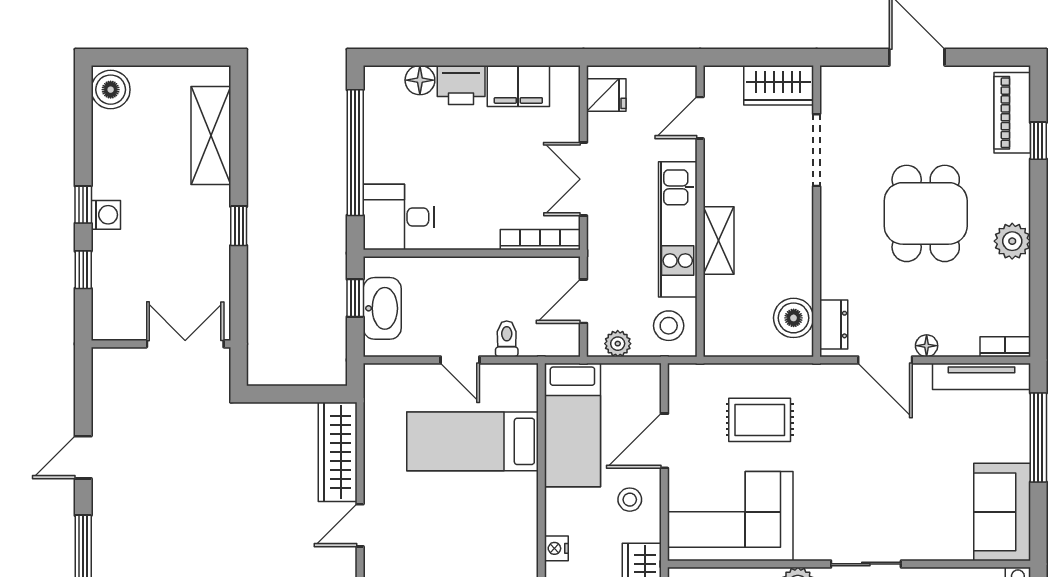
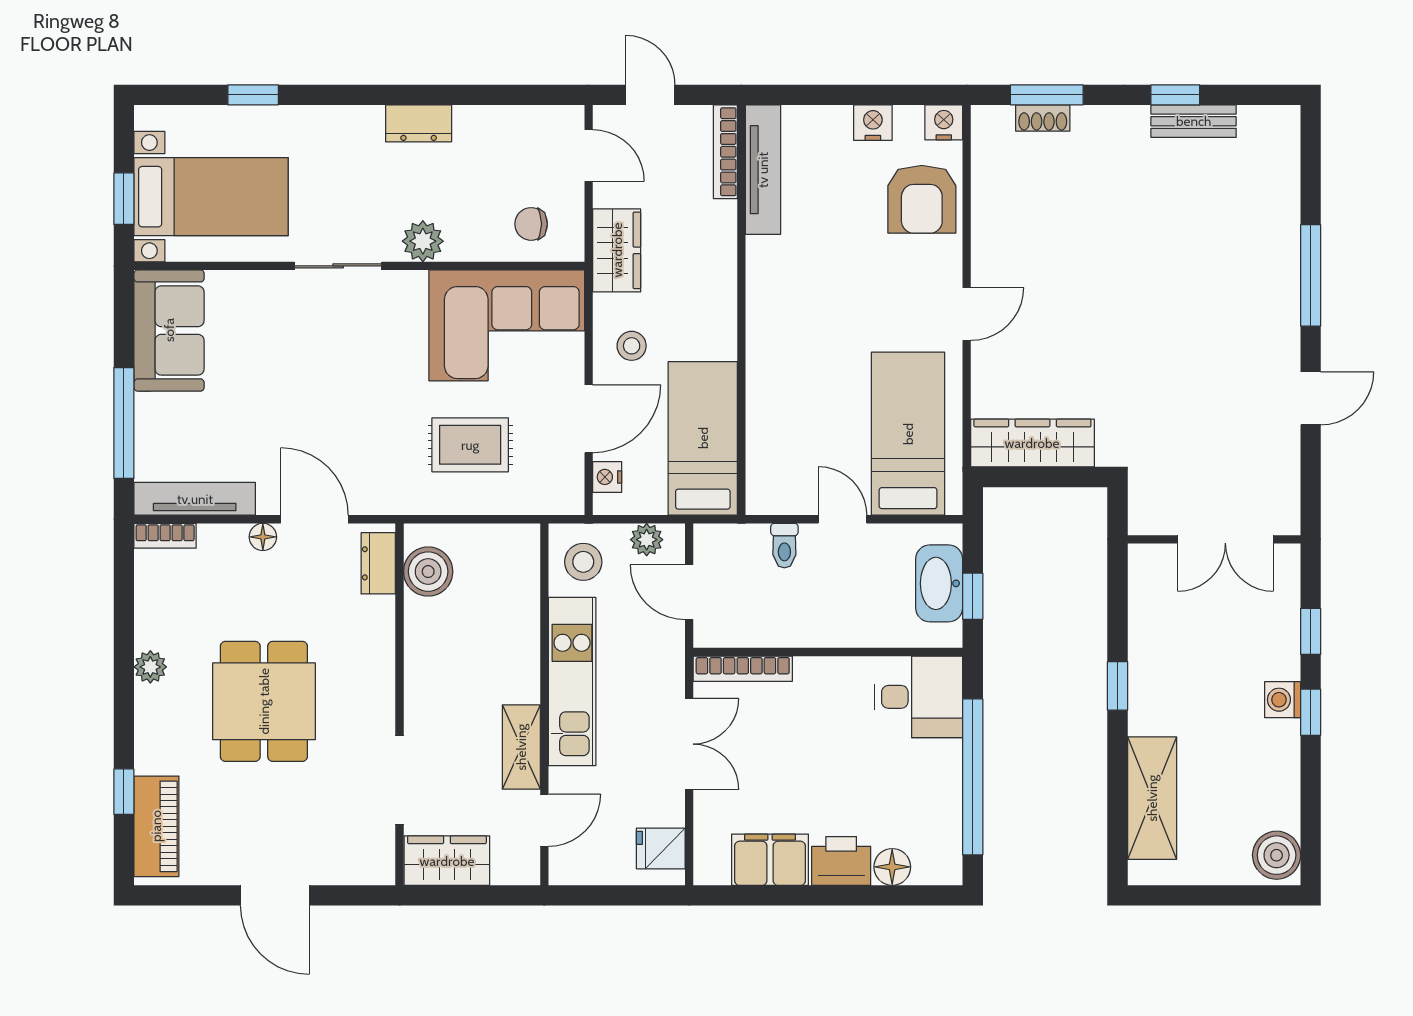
shelving: (719, 240) -> (521, 747), moved
plant: (1012, 241) -> (150, 667), width x0.73, depth x0.73
door: (583, 301) -> (689, 592), swing flipped
double door: (185, 344) -> (1225, 539), moved
bed: (473, 441) -> (908, 434), moved, turned -90
wardrobe: (338, 452) -> (1032, 443), moved, turned -90
nightstand: (556, 548) -> (607, 477), moved, turned 180

